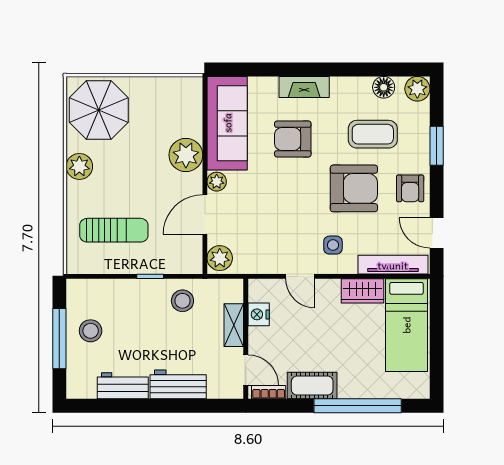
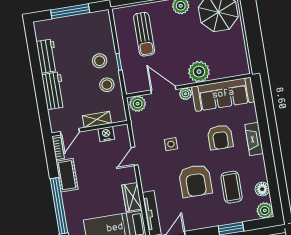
armchair: (293, 139) -> (220, 137), turned 180
armchair: (410, 188) -> (201, 216), removed
side table: (333, 245) -> (171, 144), moved
stool: (91, 331) -> (100, 61), moved

